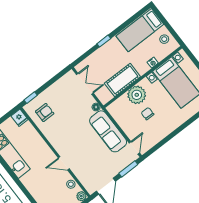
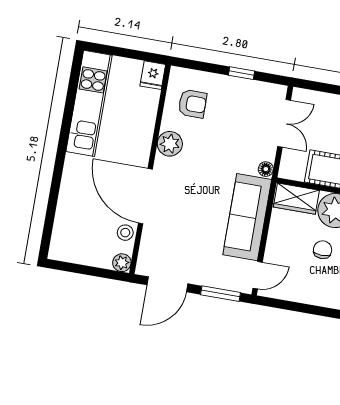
window: (31, 98) -> (242, 73), moved
wardrobe: (118, 106) -> (296, 199), added
plant: (52, 135) -> (170, 144), added
door: (64, 163) -> (145, 196), width x1.88

